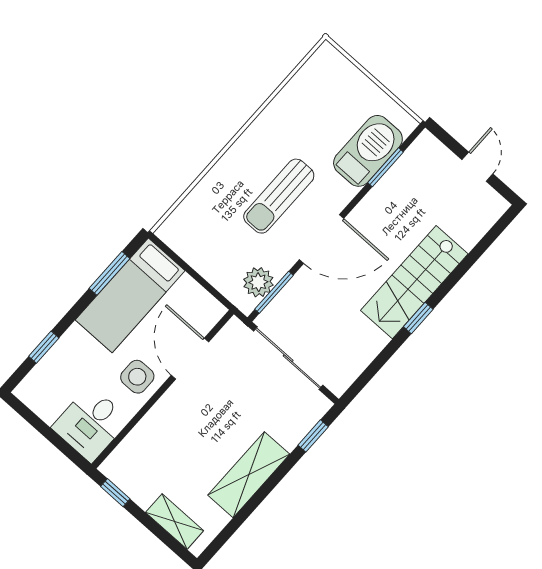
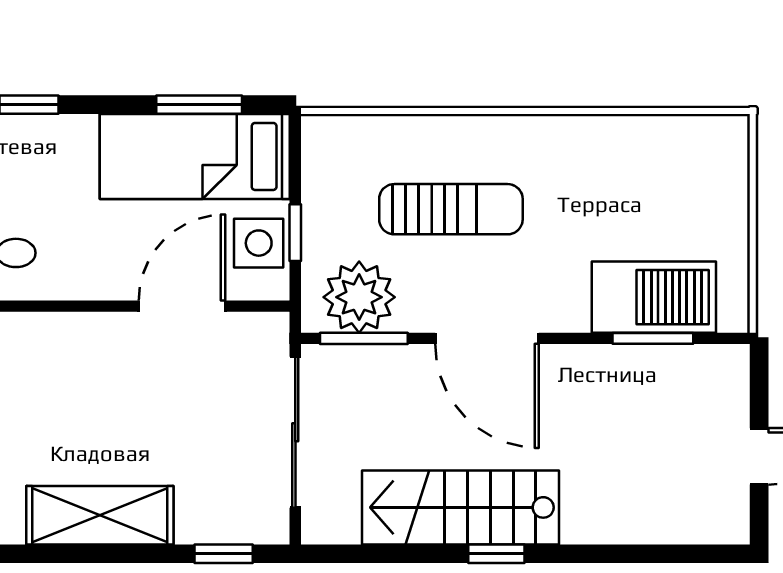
sun lounger: (279, 196) -> (451, 209), moved, turned 180
window: (202, 281) -> (295, 233), added
plant: (258, 282) -> (359, 297), width x1.36, depth x1.36
stairs: (414, 282) -> (461, 507), moved
side table: (137, 377) -> (259, 243), moved

